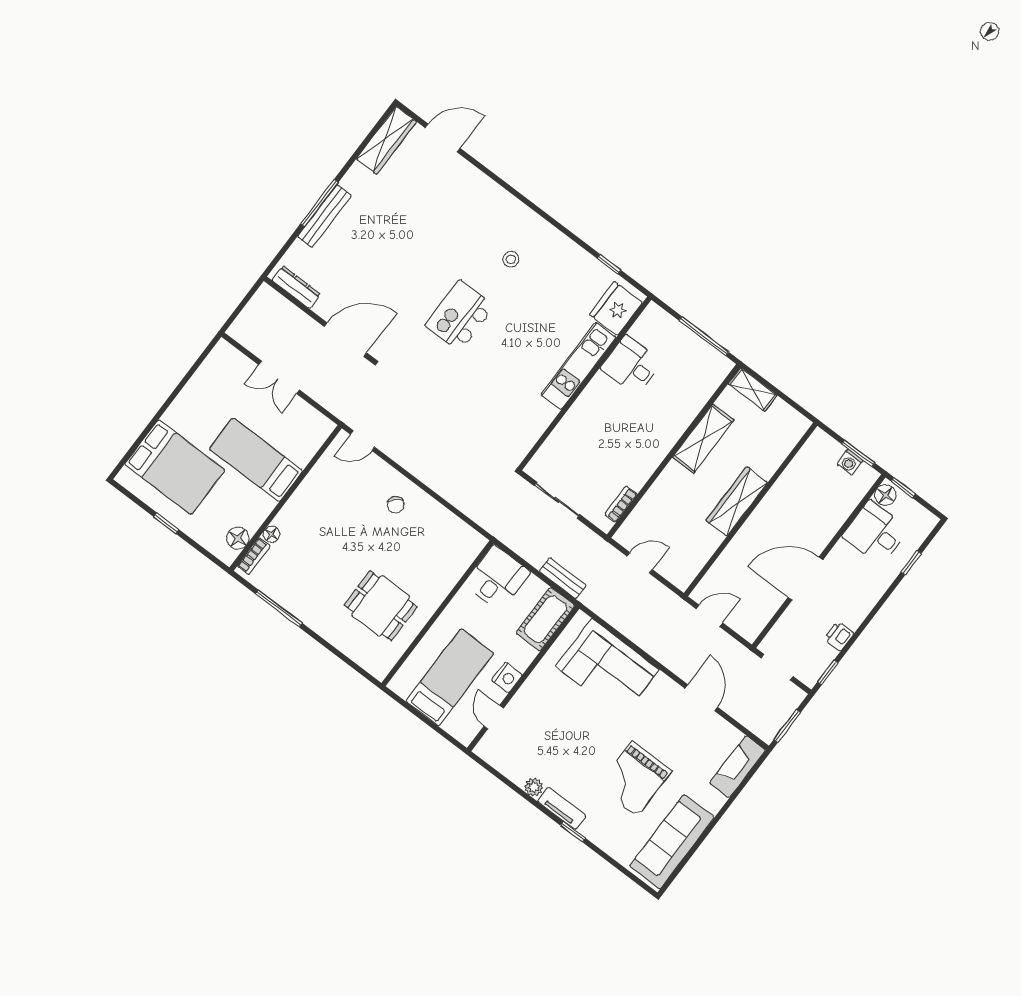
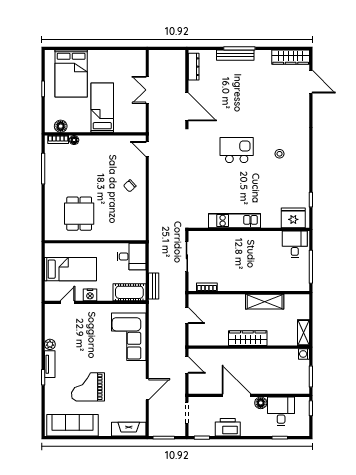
desk: (631, 365) -> (295, 244), moved
kitchen unit: (578, 366) -> (234, 221), moved
shelving: (753, 389) -> (304, 333), moved
washing machine: (850, 462) -> (304, 354), moved
floor lamp: (885, 495) -> (261, 403), moved
printer: (839, 636) -> (228, 427), width x1.87, depth x1.48

